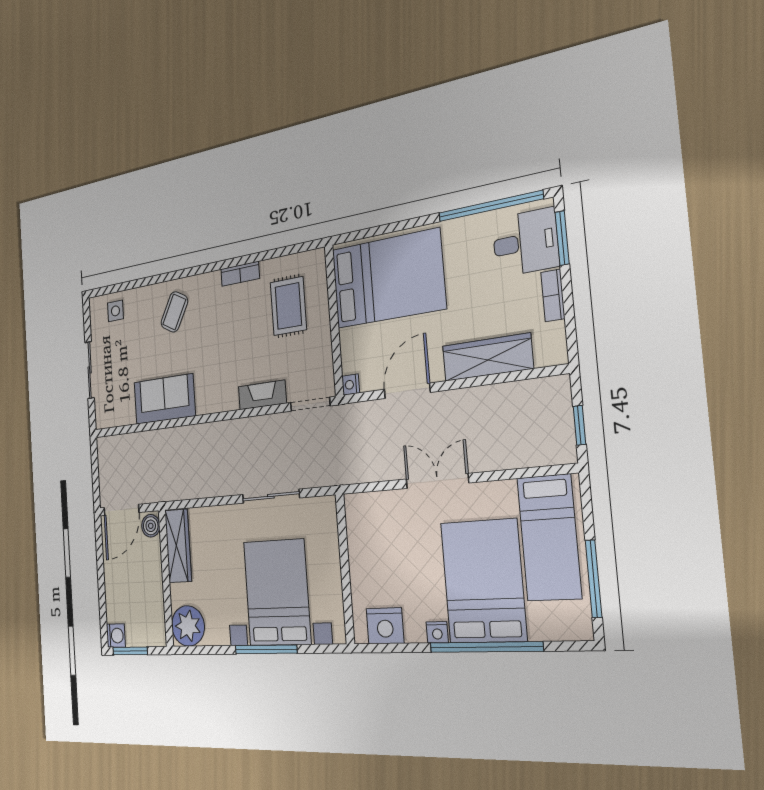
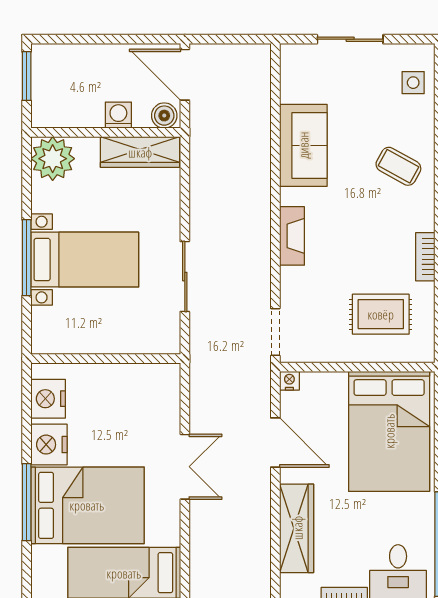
fireplace: (262, 395) -> (292, 236), moved
bed with nightstands: (277, 593) -> (85, 260), width x0.73
nightstand: (437, 632) -> (49, 445), width x1.89, depth x1.79
washing machine: (116, 636) -> (118, 115), moved, turned 180
window: (486, 647) -> (27, 502), width x0.68

